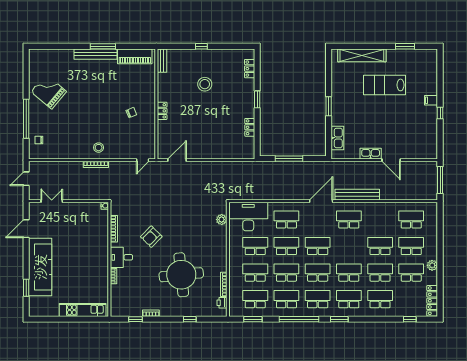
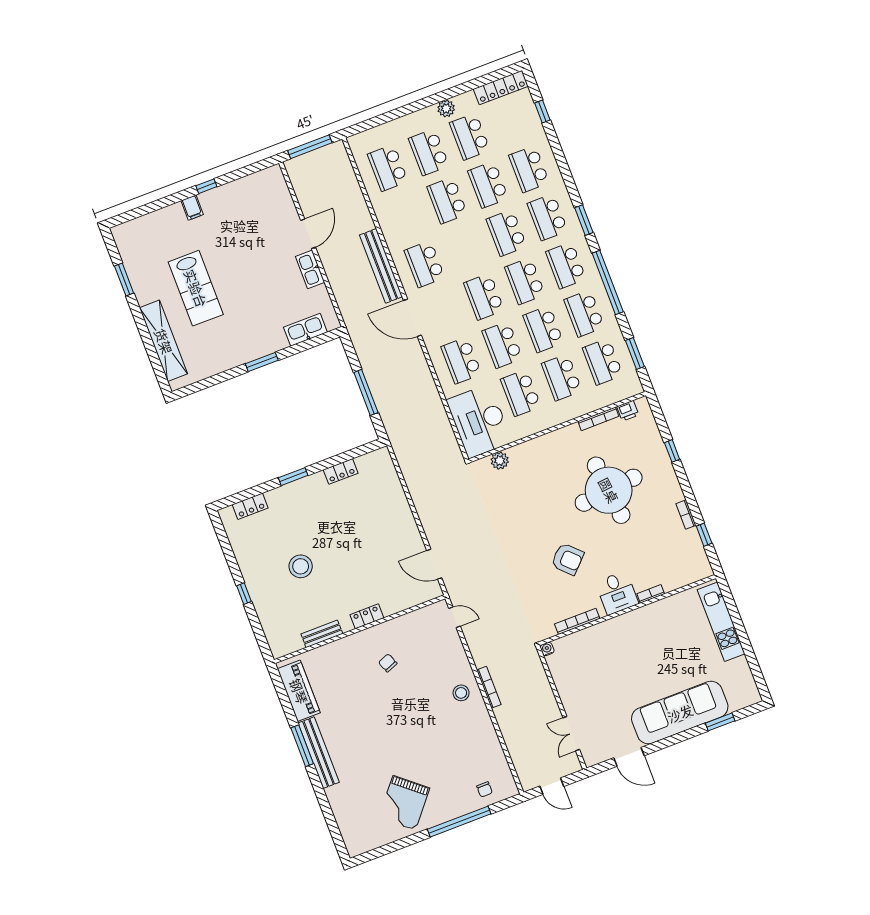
bench: (162, 61) -> (322, 634), moved

